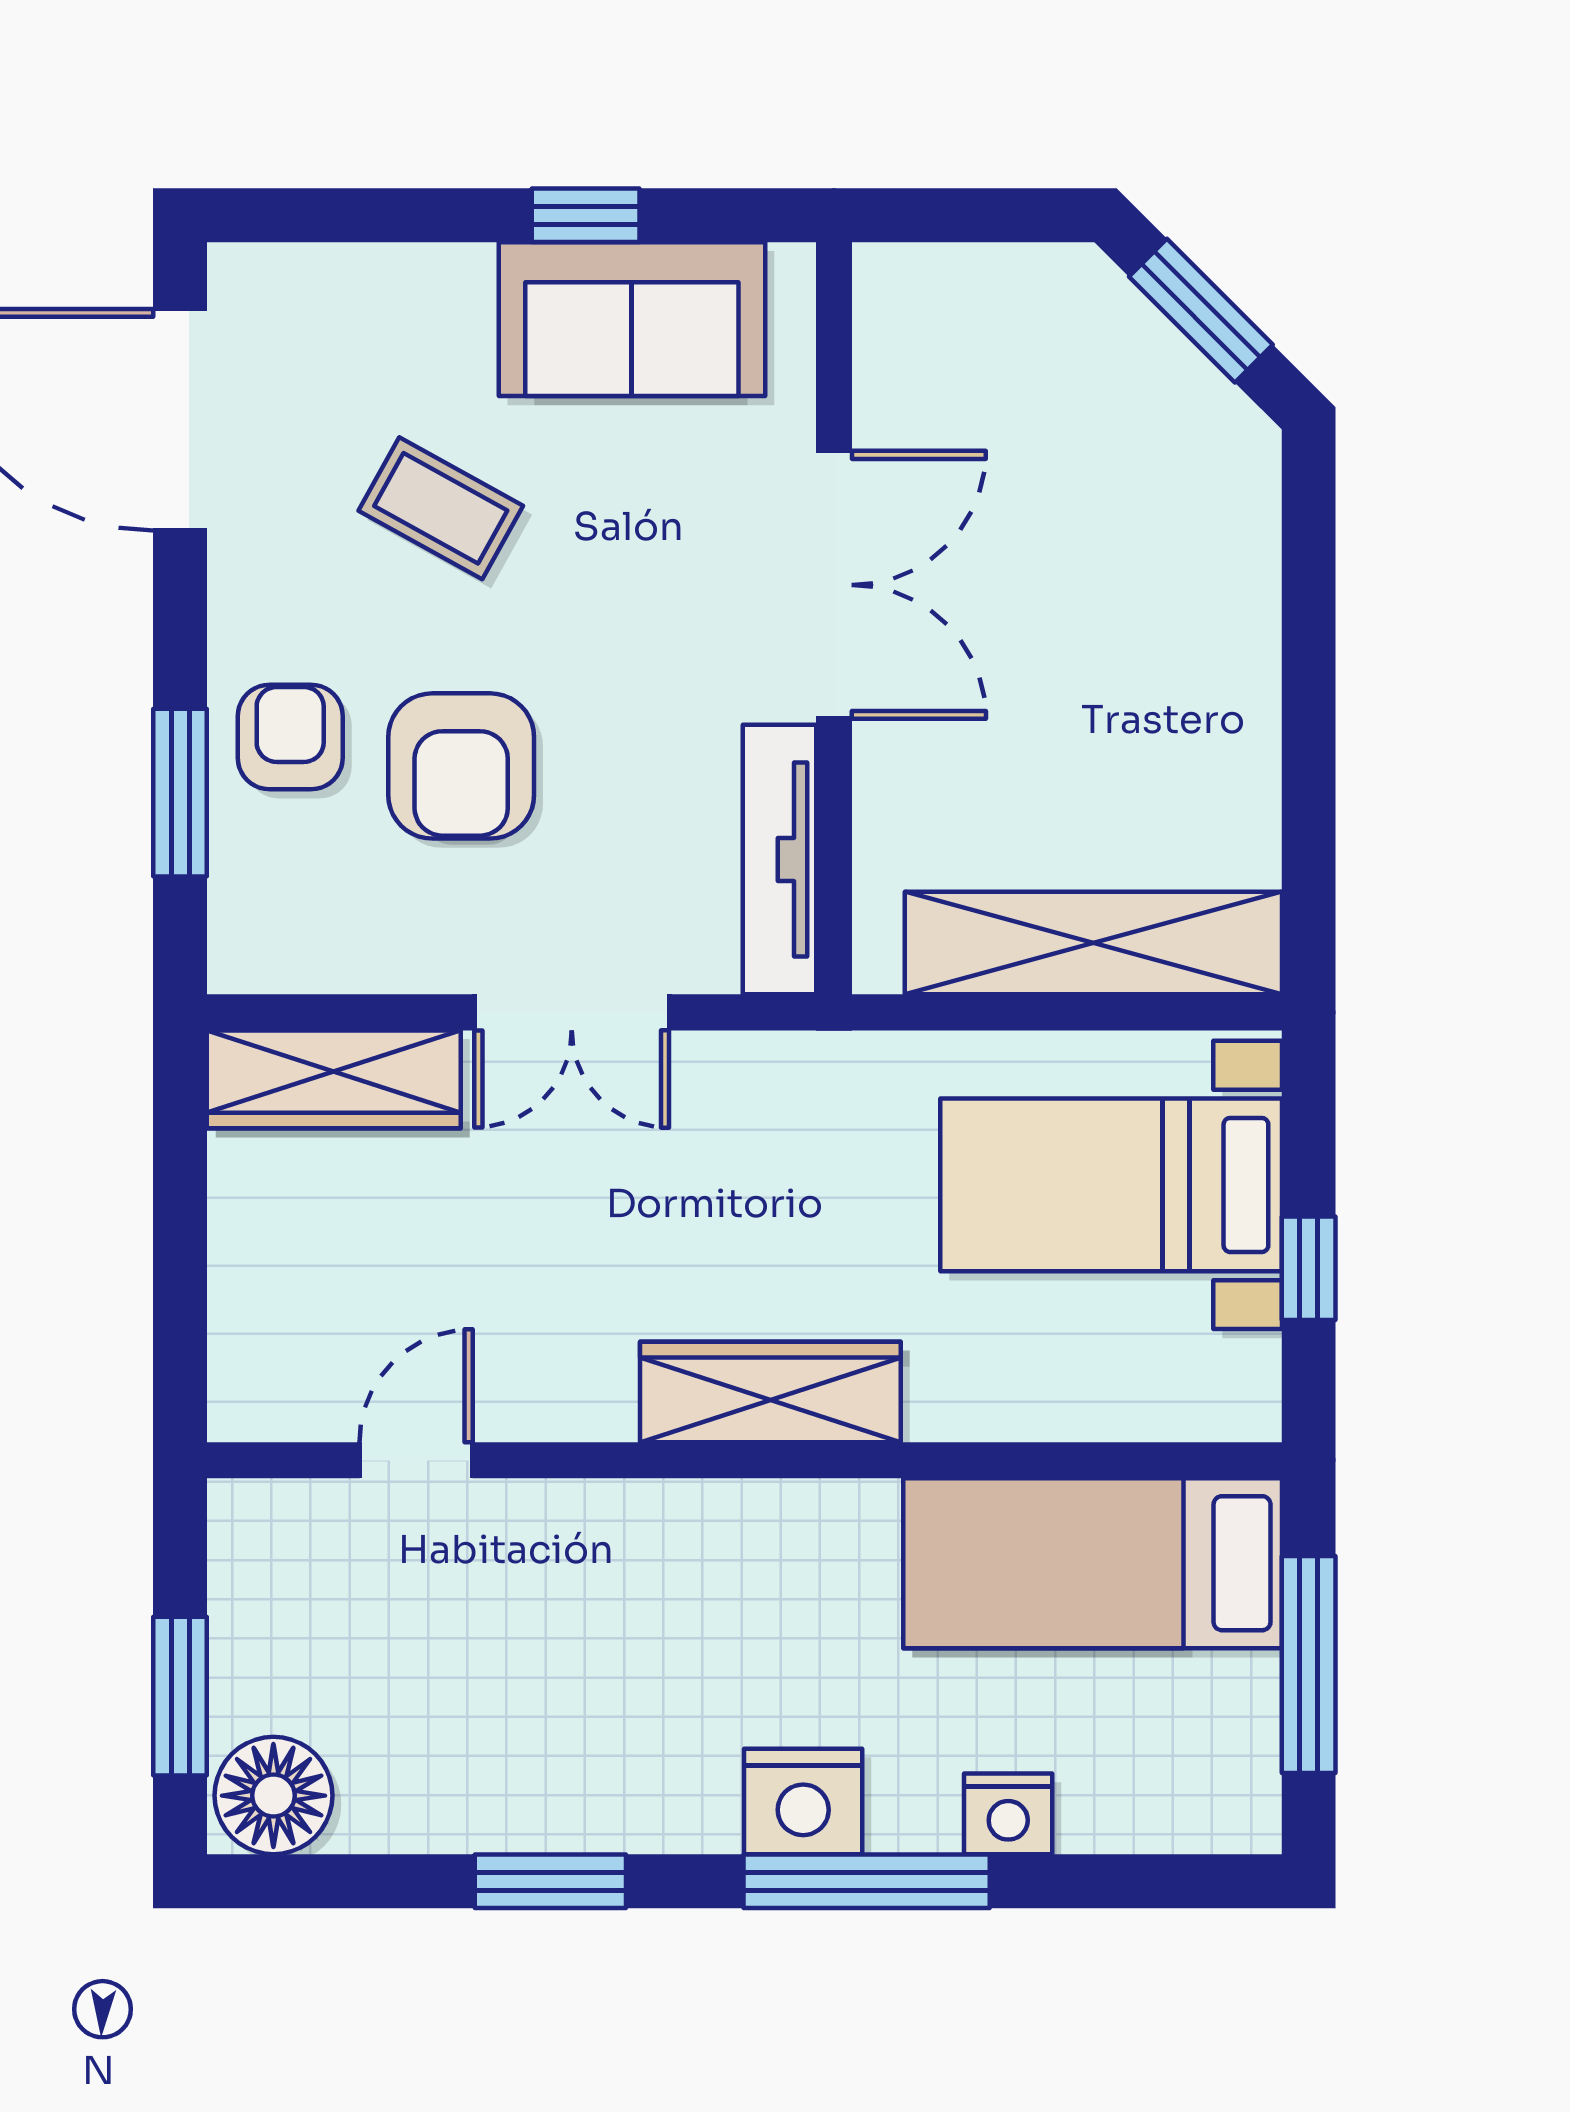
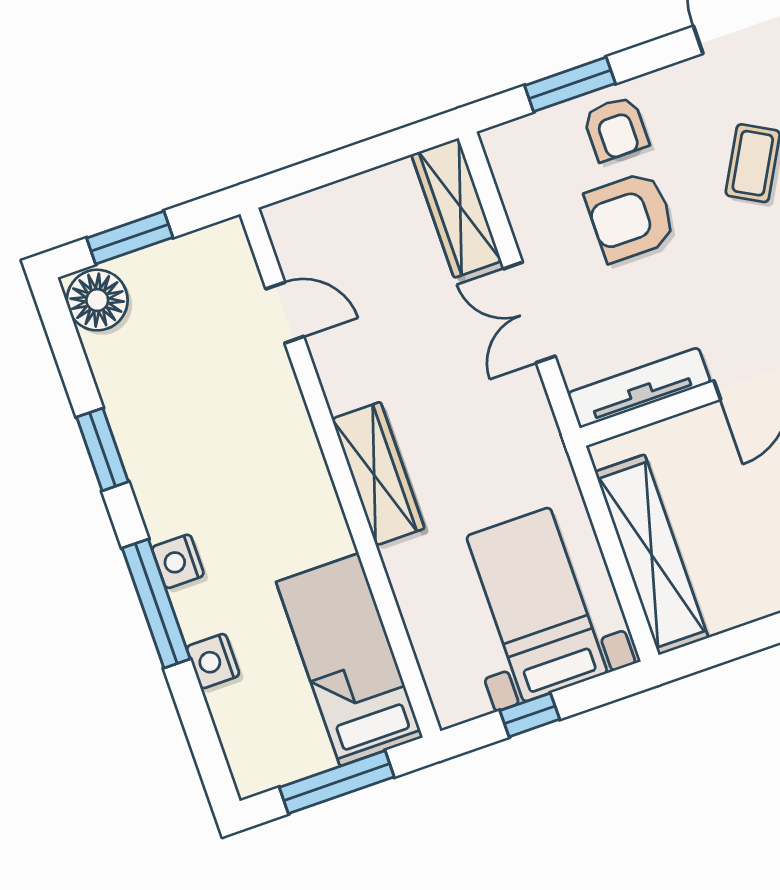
armchair: (290, 737) -> (616, 129), turned 90
nightstand: (803, 1801) -> (178, 561), width x0.74, depth x0.75

